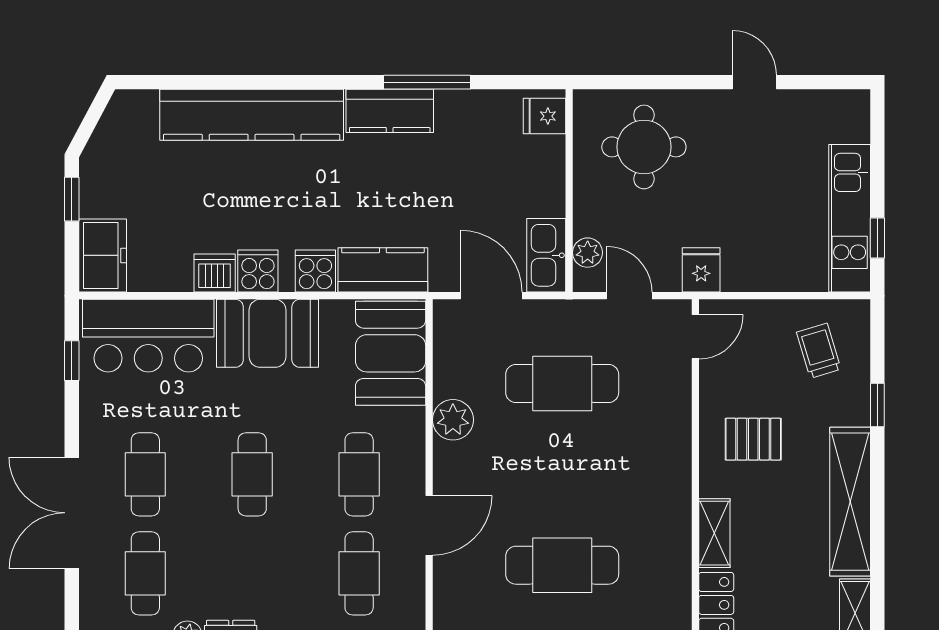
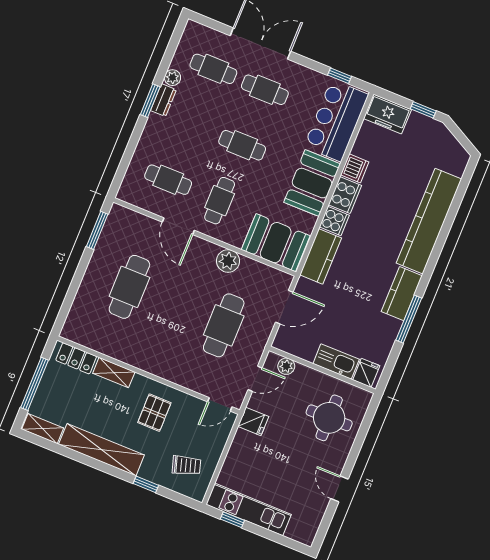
door: (754, 82) -> (339, 489), swing flipped
kitchen sink: (546, 255) -> (336, 362), moved
cooker: (258, 271) -> (345, 195), width x1.36
door: (695, 337) -> (220, 404), hinge flipped
cafe table: (359, 474) -> (220, 201), turned 90

